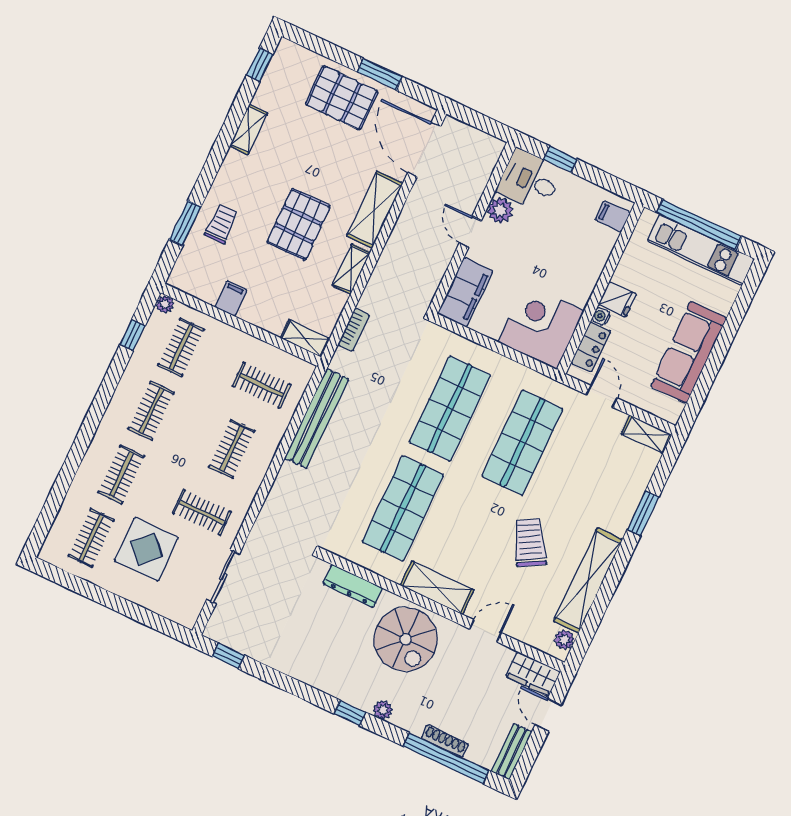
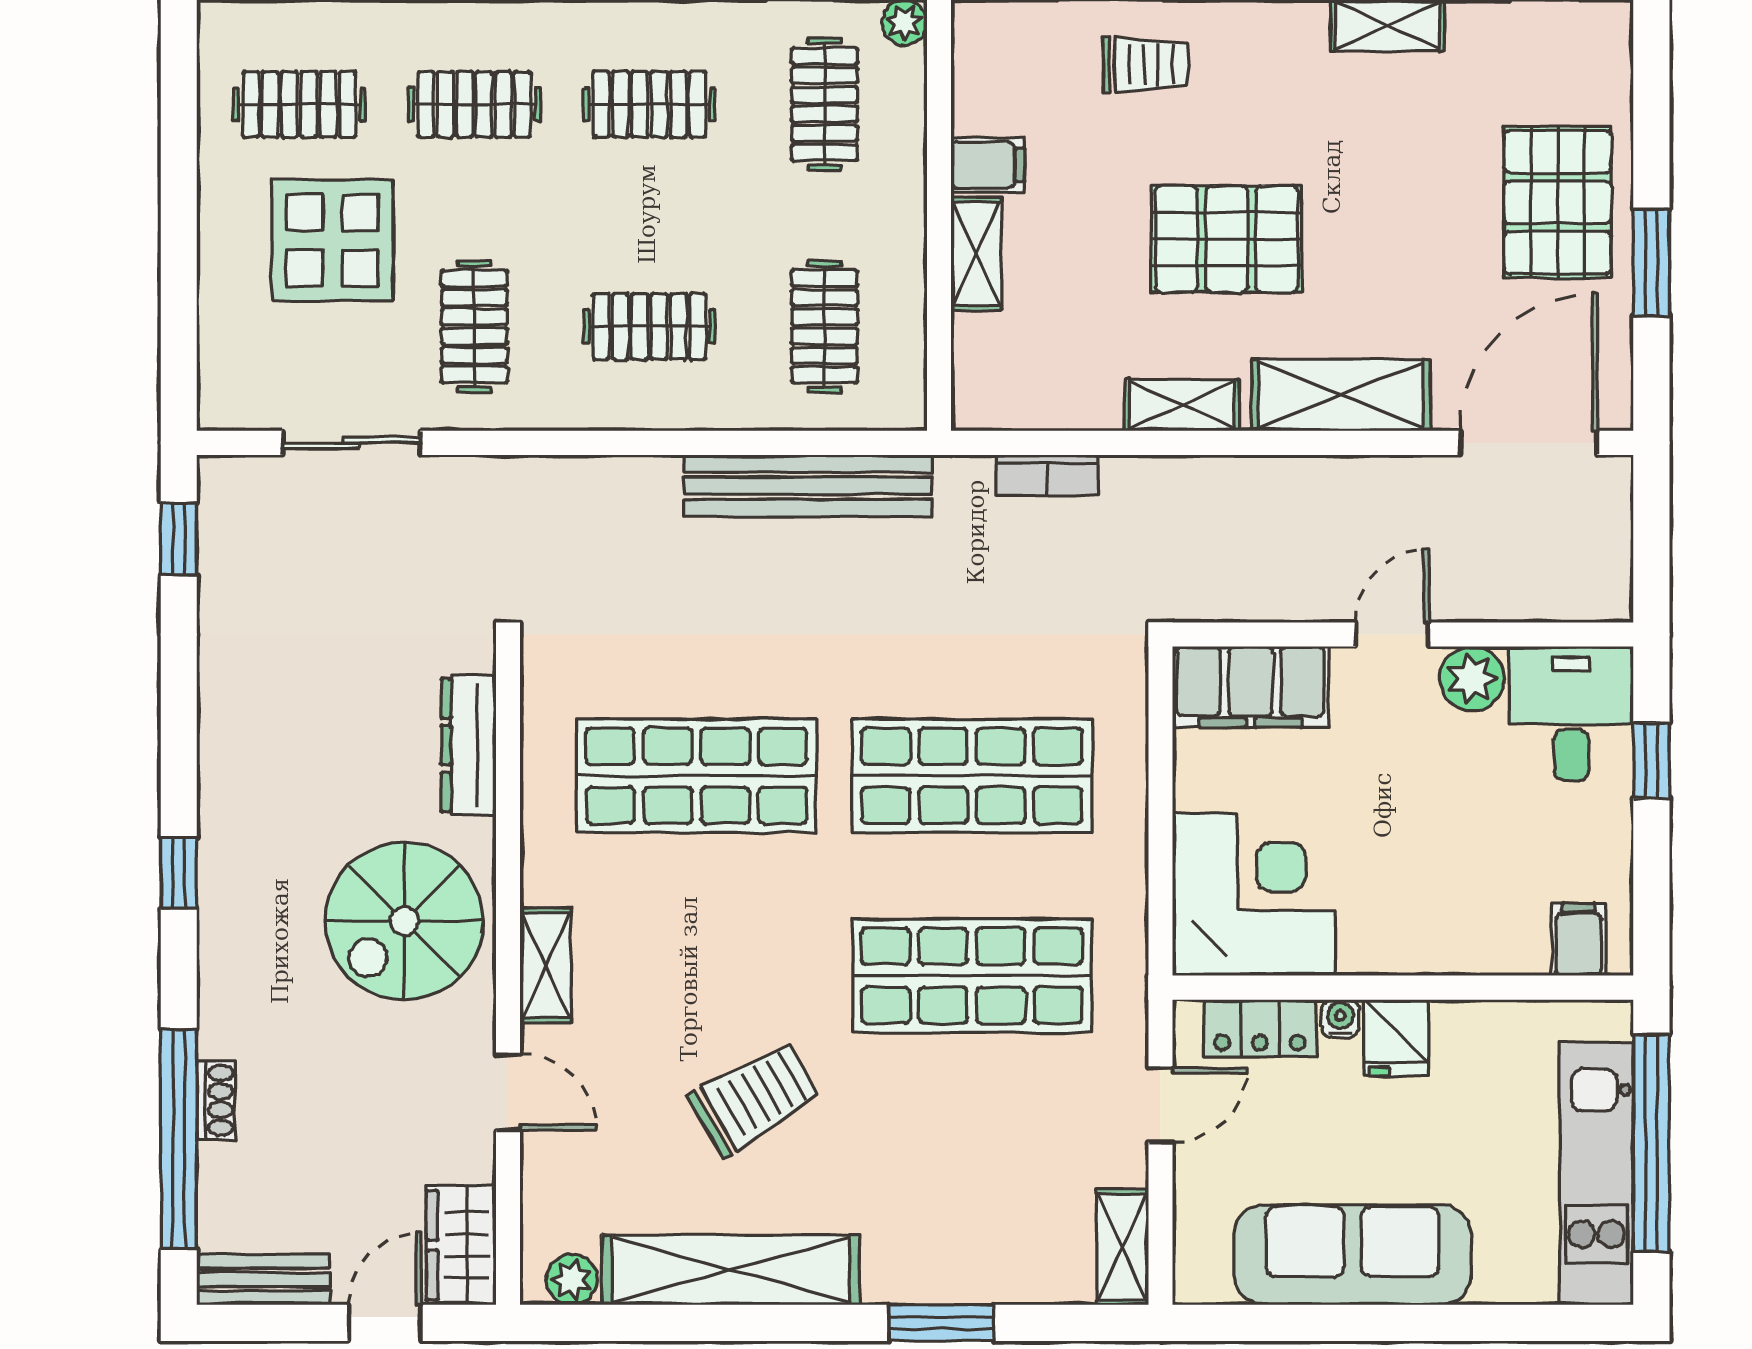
shelving: (305, 338) -> (976, 254), moved
clothes rail: (181, 347) -> (825, 104), turned 90
shelving: (437, 588) -> (546, 965), width x0.67, depth x0.75
plant: (383, 710) -> (220, 944), removed
shoe rack: (445, 741) -> (216, 1100), width x0.70

